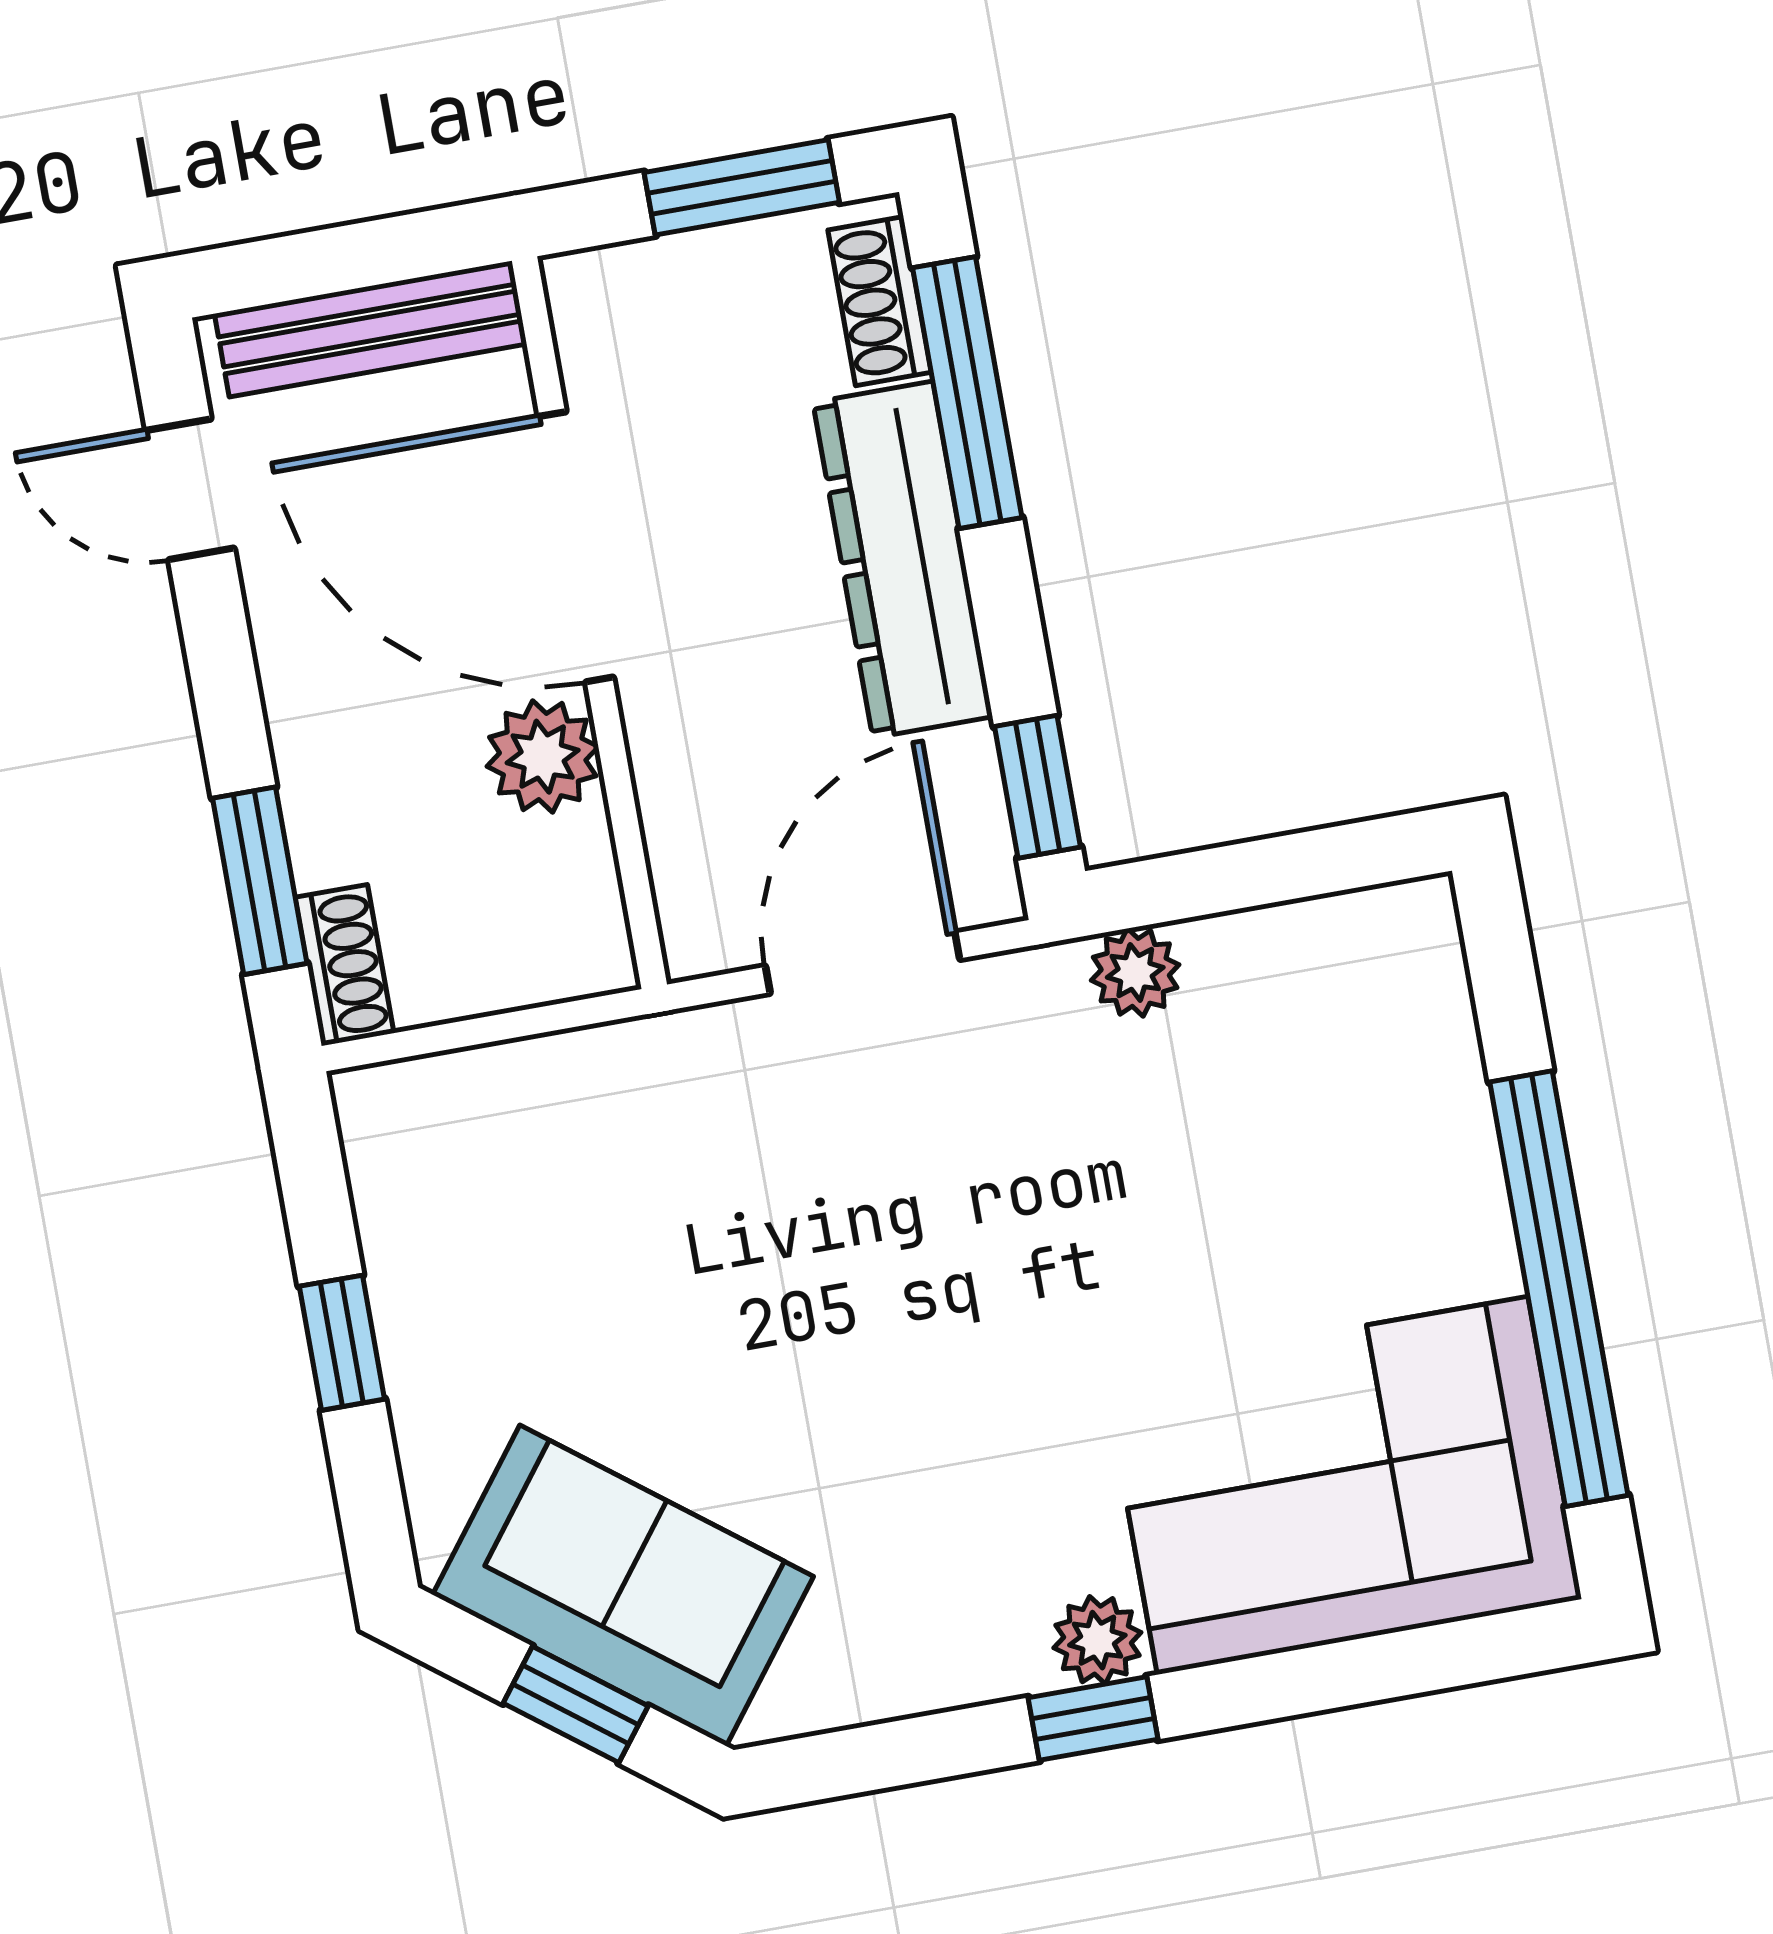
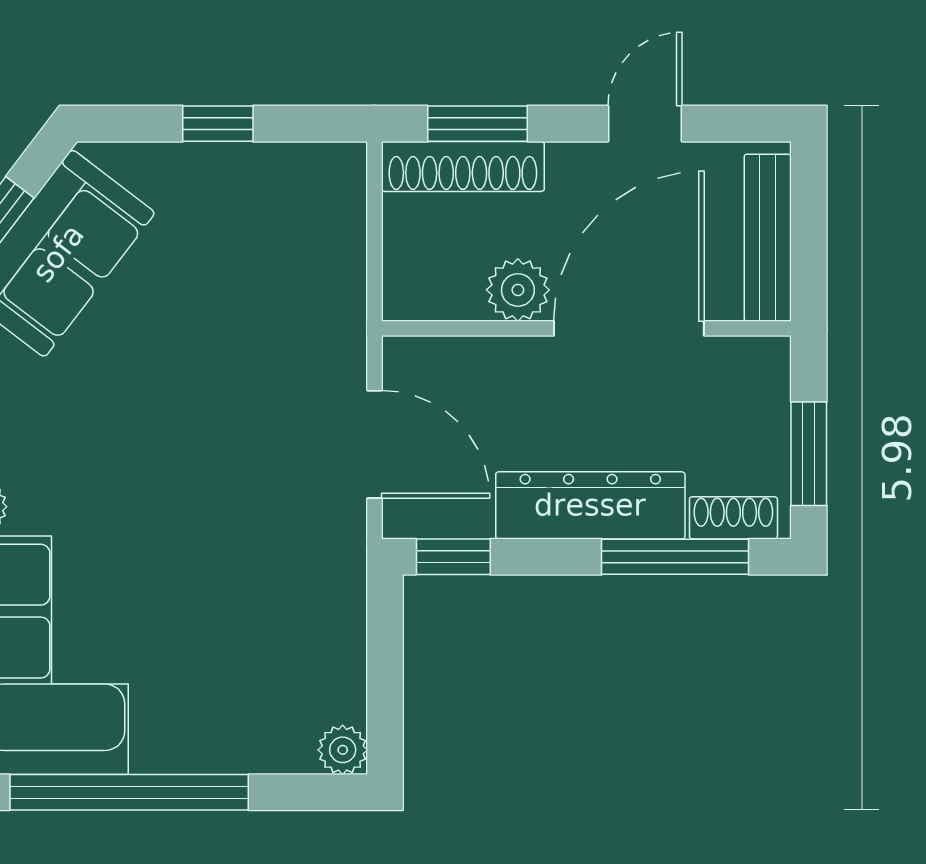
door: (190, 489) -> (645, 124), moved
shoe rack: (344, 965) -> (463, 166), width x1.94, depth x1.24
plant: (1135, 972) -> (343, 750), moved

